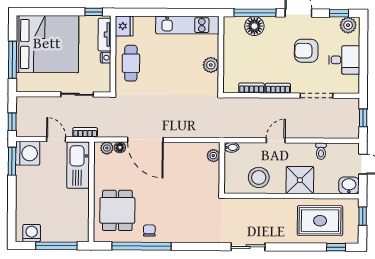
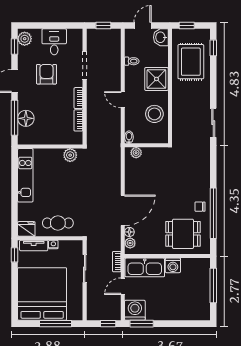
armchair: (306, 51) -> (47, 74), turned 180
plant: (211, 65) -> (70, 155), moved
washing machine: (32, 233) -> (173, 265), moved, turned -90

